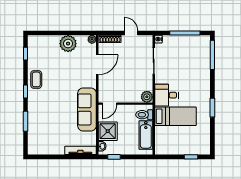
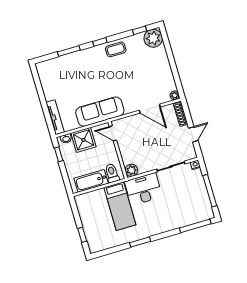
plant: (68, 44) -> (153, 38), moved
desk: (167, 95) -> (143, 189), width x1.37

